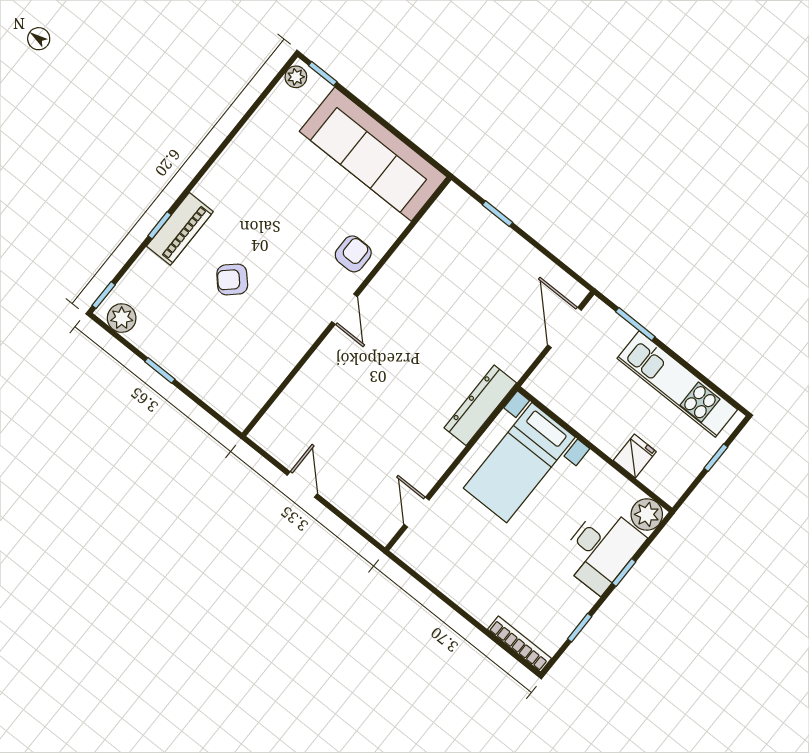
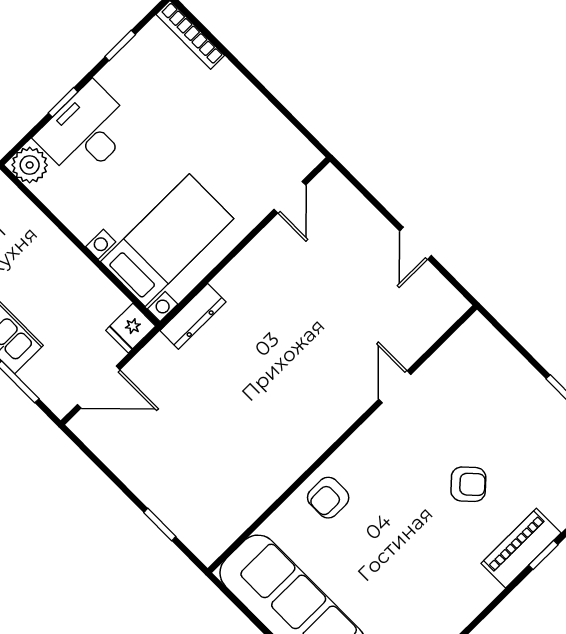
door: (344, 309) -> (395, 387), moved
door: (564, 328) -> (99, 387), hinge flipped
dresser: (480, 405) -> (193, 316), width x0.73, depth x0.80
fridge: (635, 456) -> (131, 328), moved

